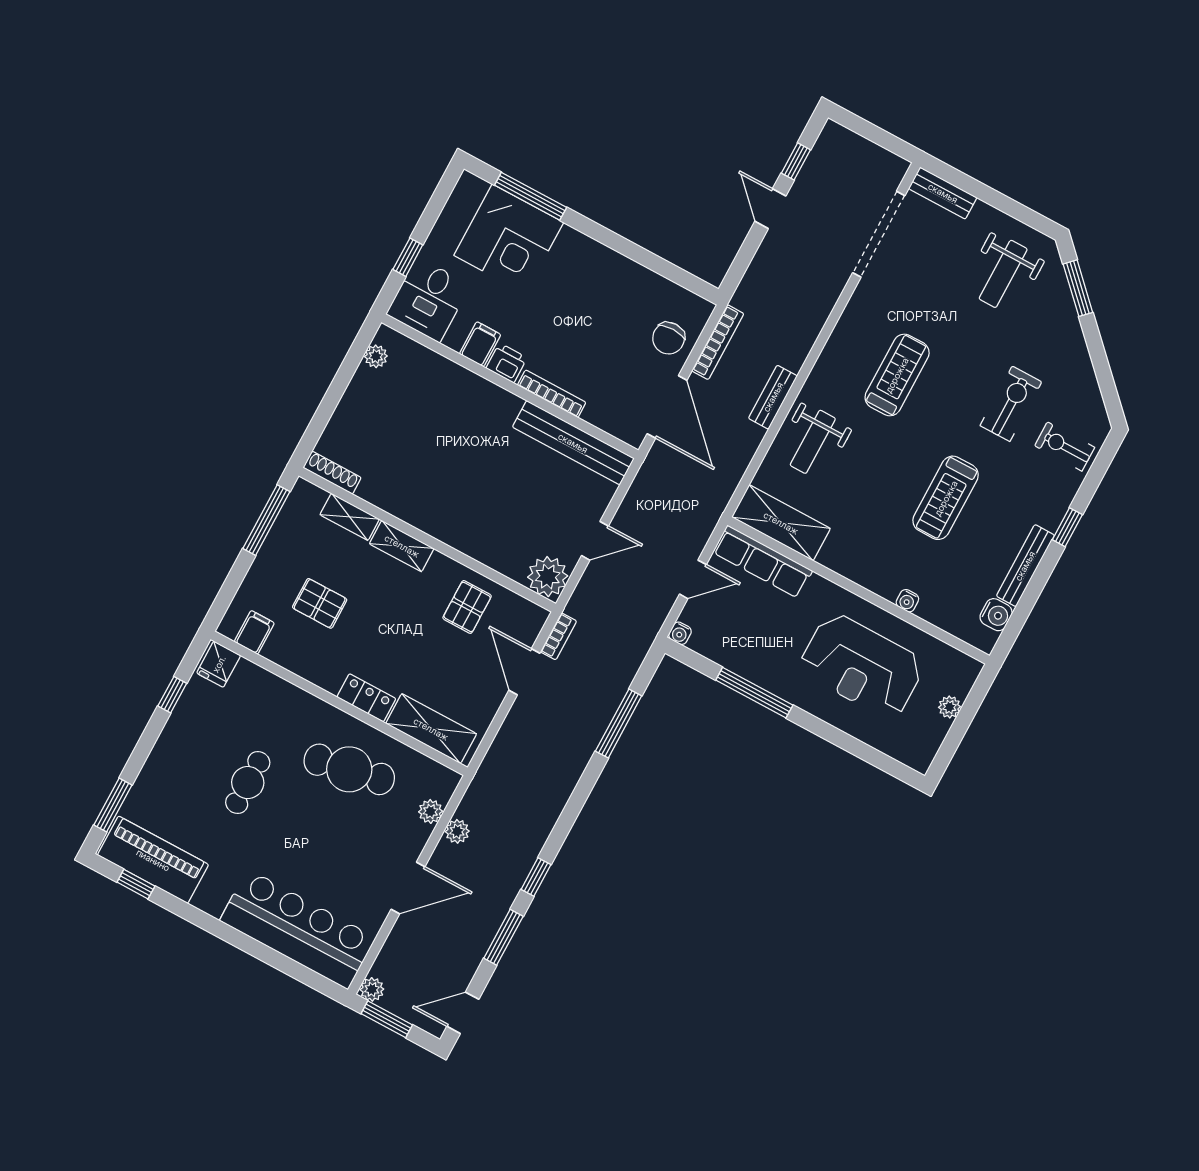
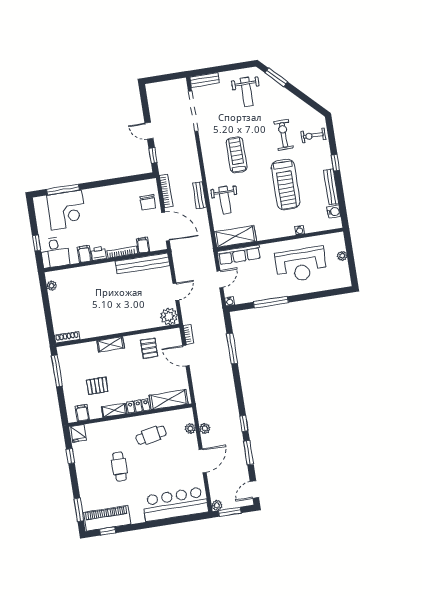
window: (796, 161) -> (153, 155), moved
filing cabinet: (599, 410) -> (143, 245), added
treadmill: (946, 498) -> (286, 185), width x1.37, depth x1.38
shelving: (350, 517) -> (114, 410), moved
cafe table: (349, 769) -> (151, 435), width x0.73, depth x0.74

